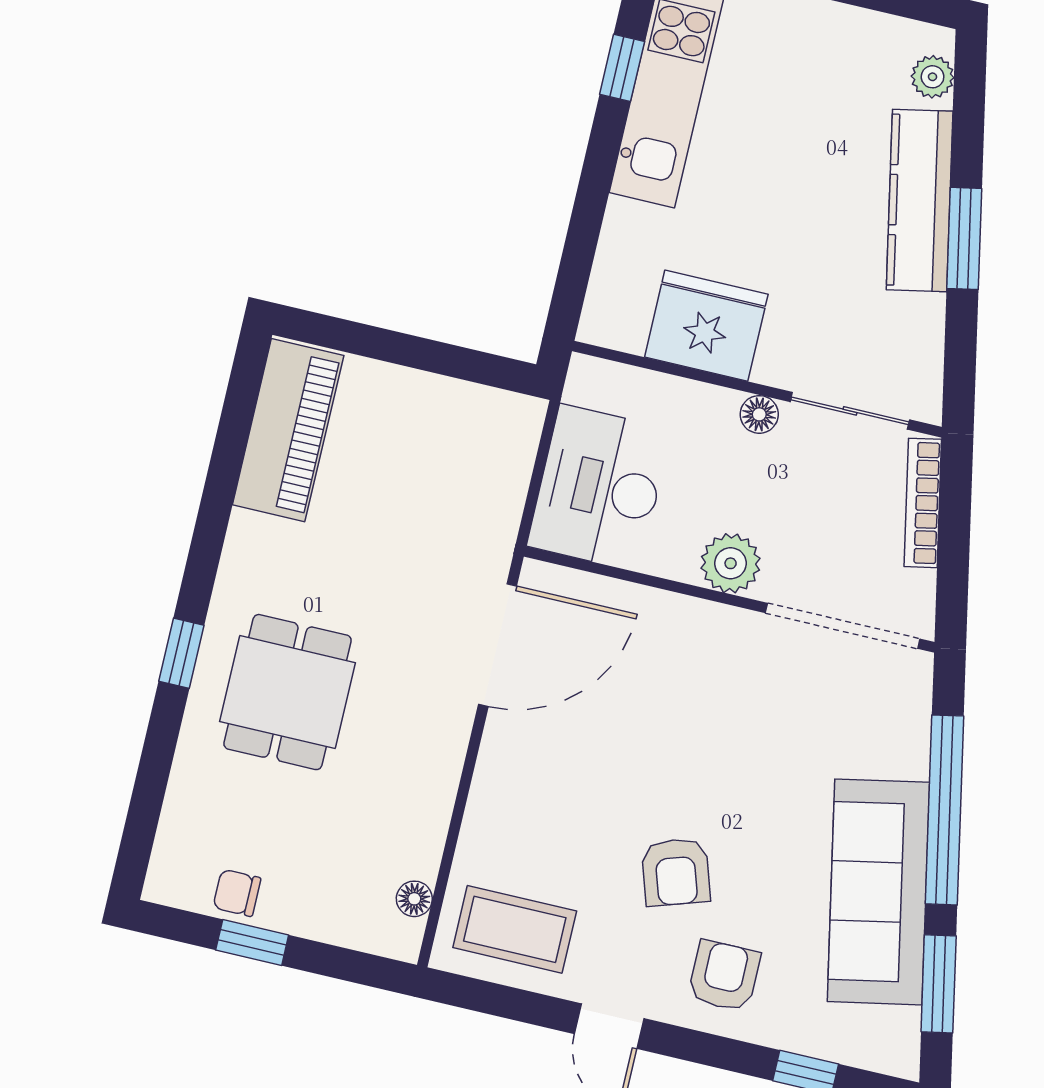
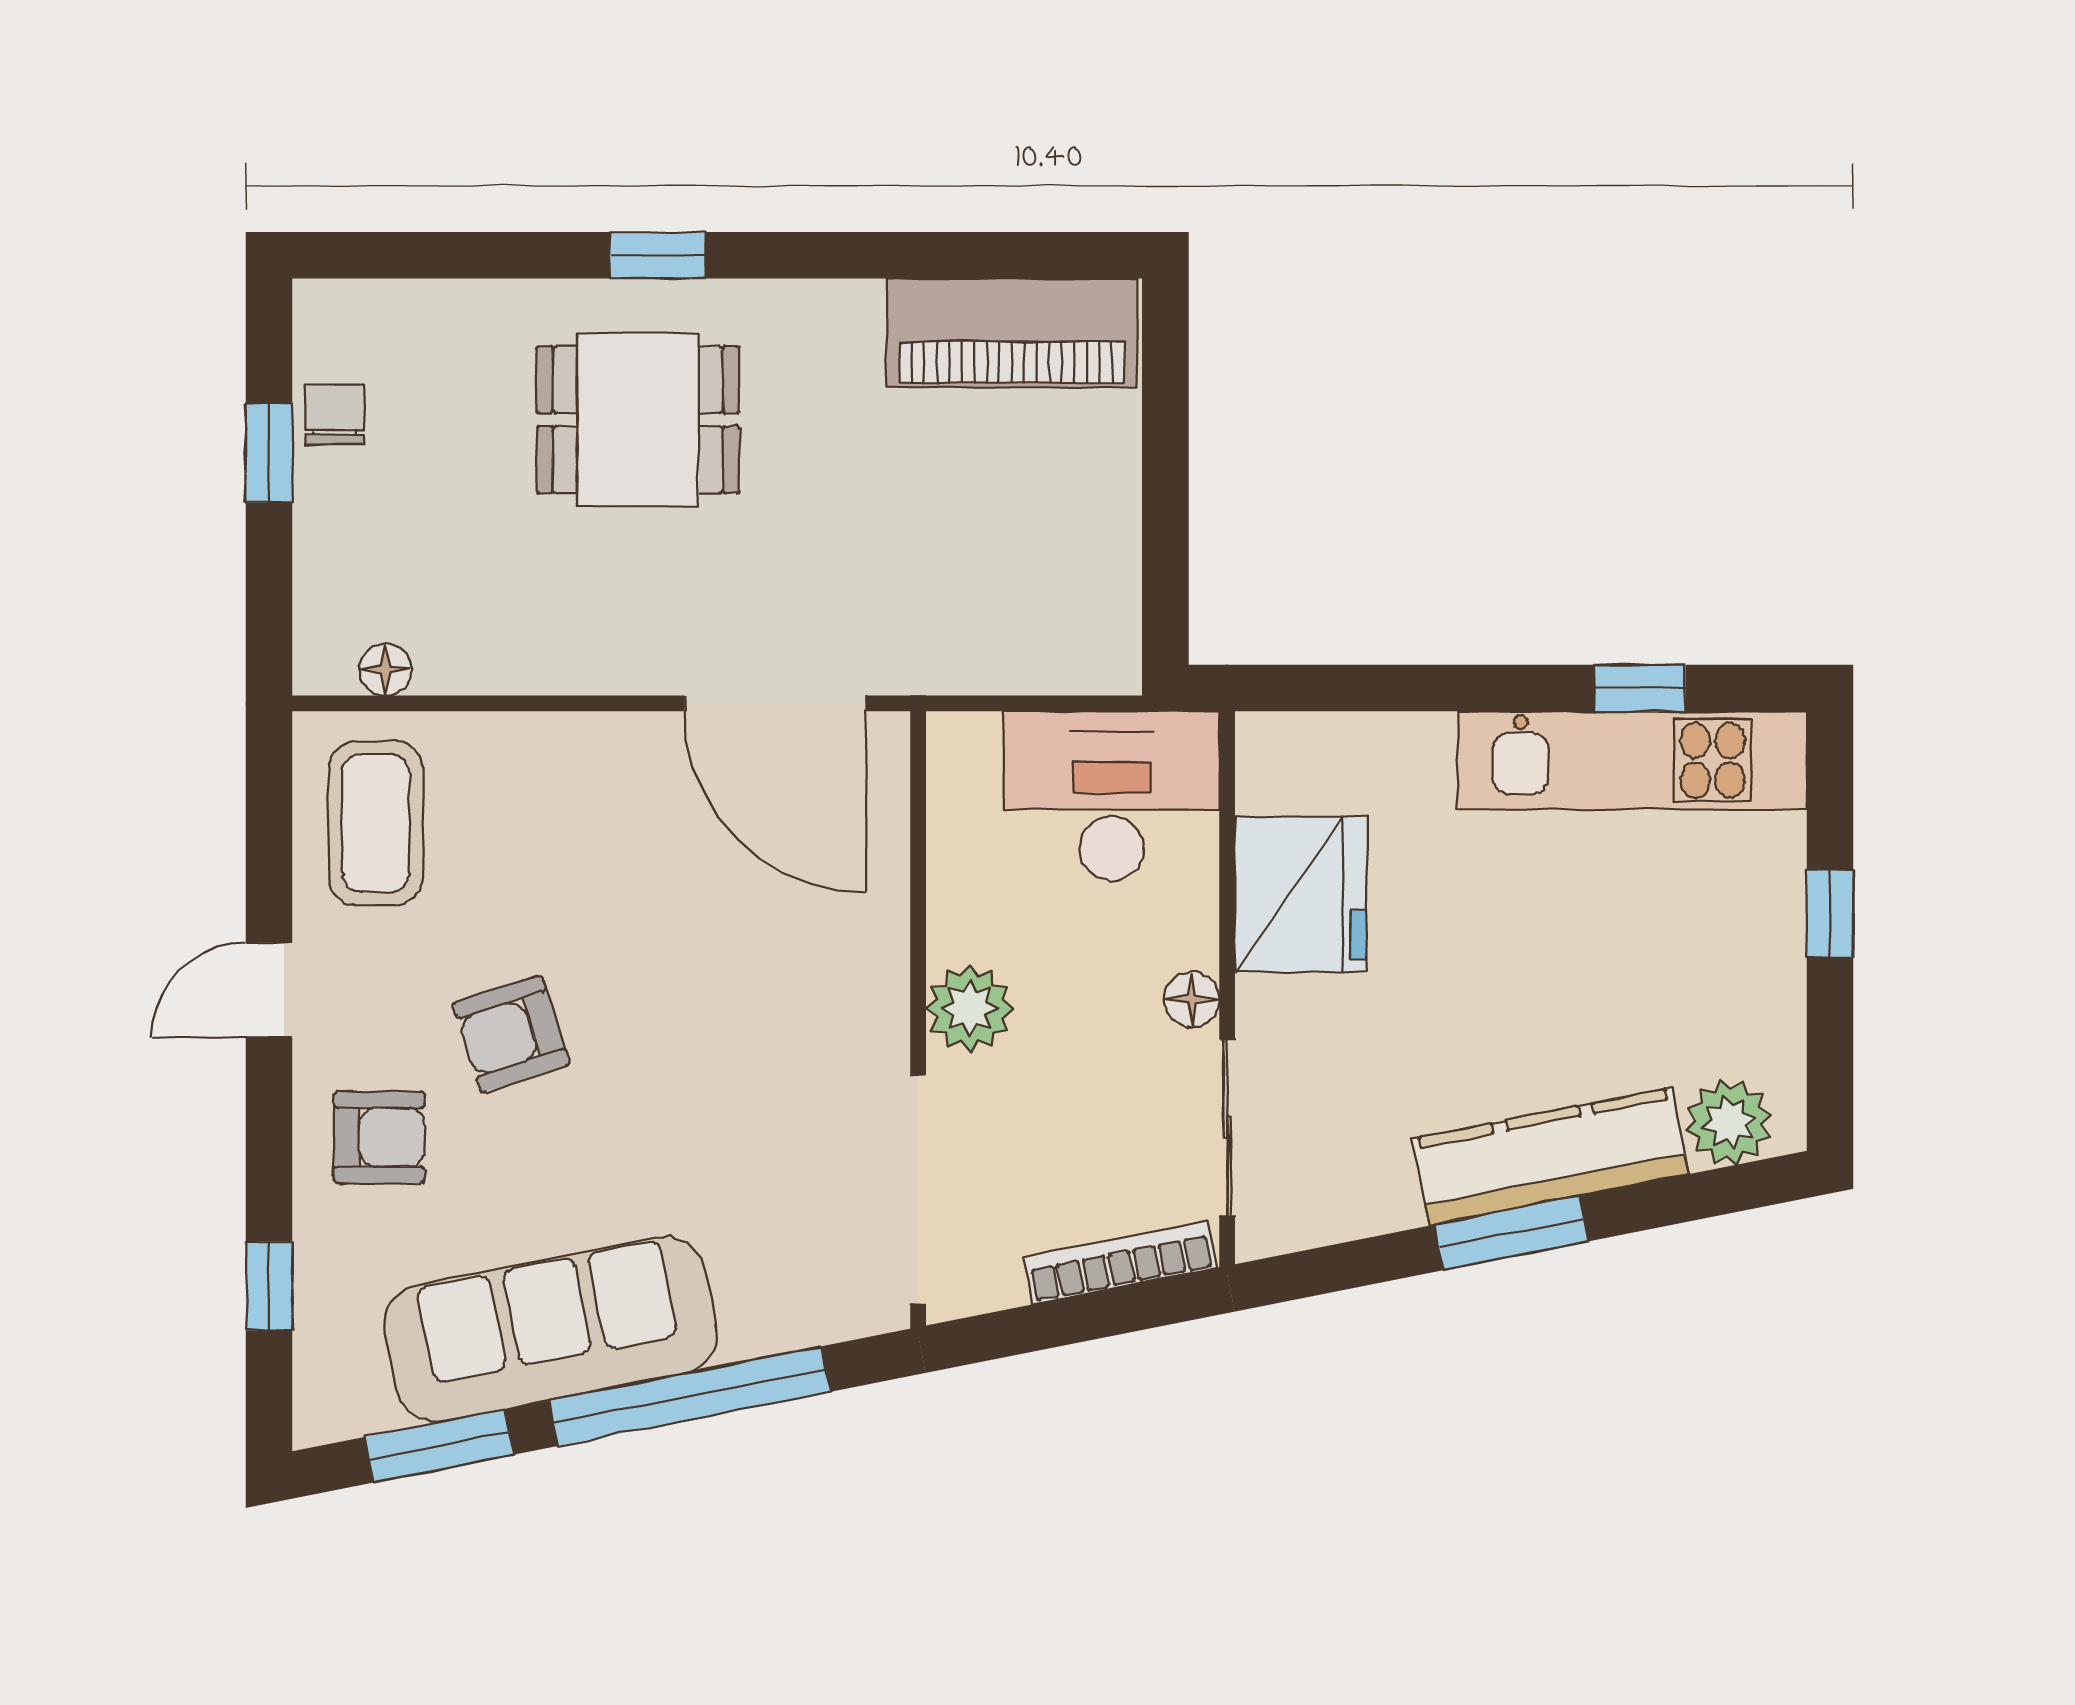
plant: (933, 77) -> (1729, 1122), width x1.38, depth x1.38
desk: (599, 488) -> (1112, 796), moved

